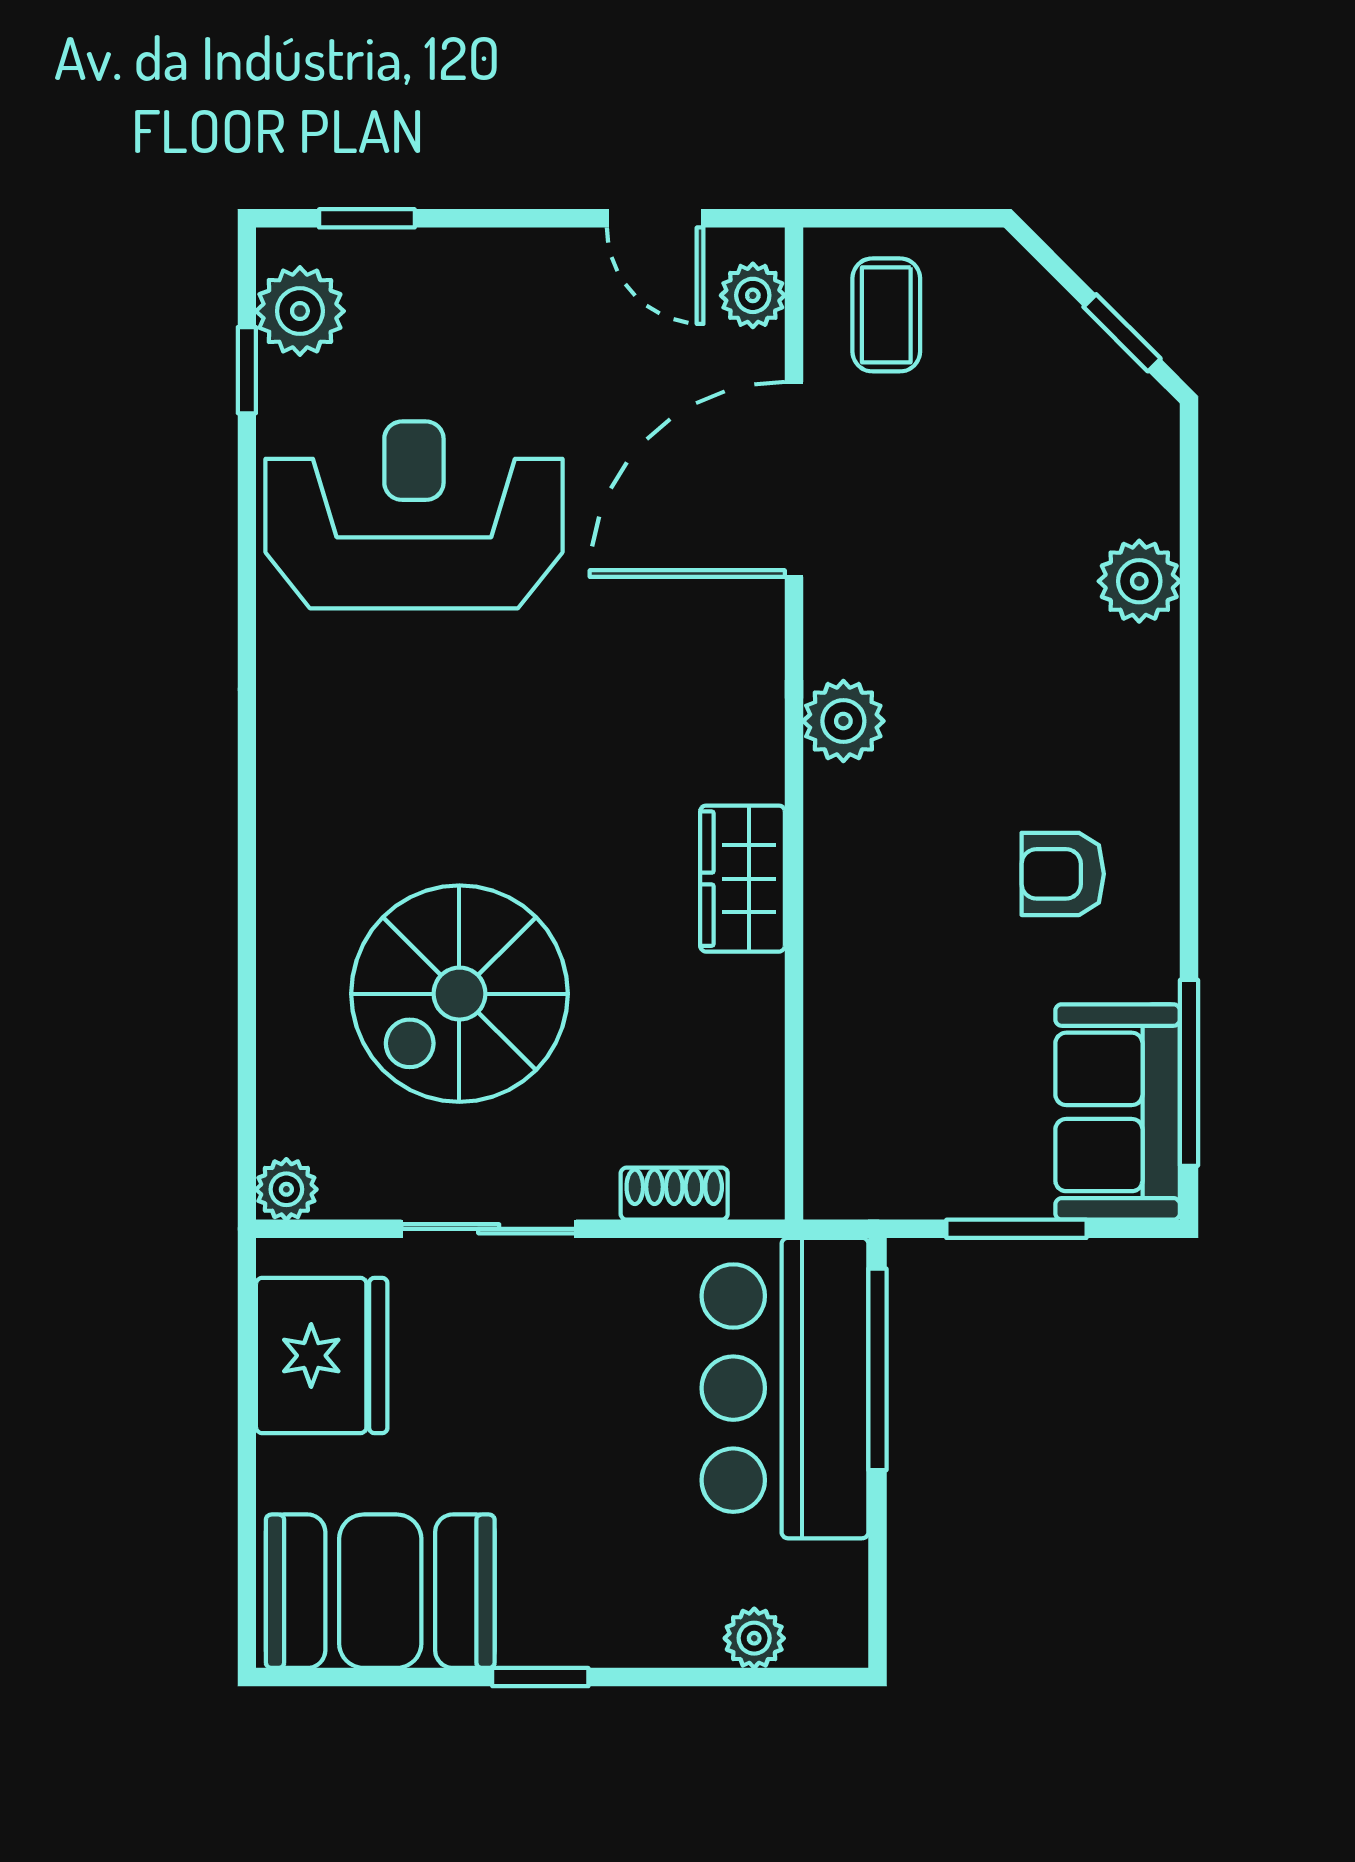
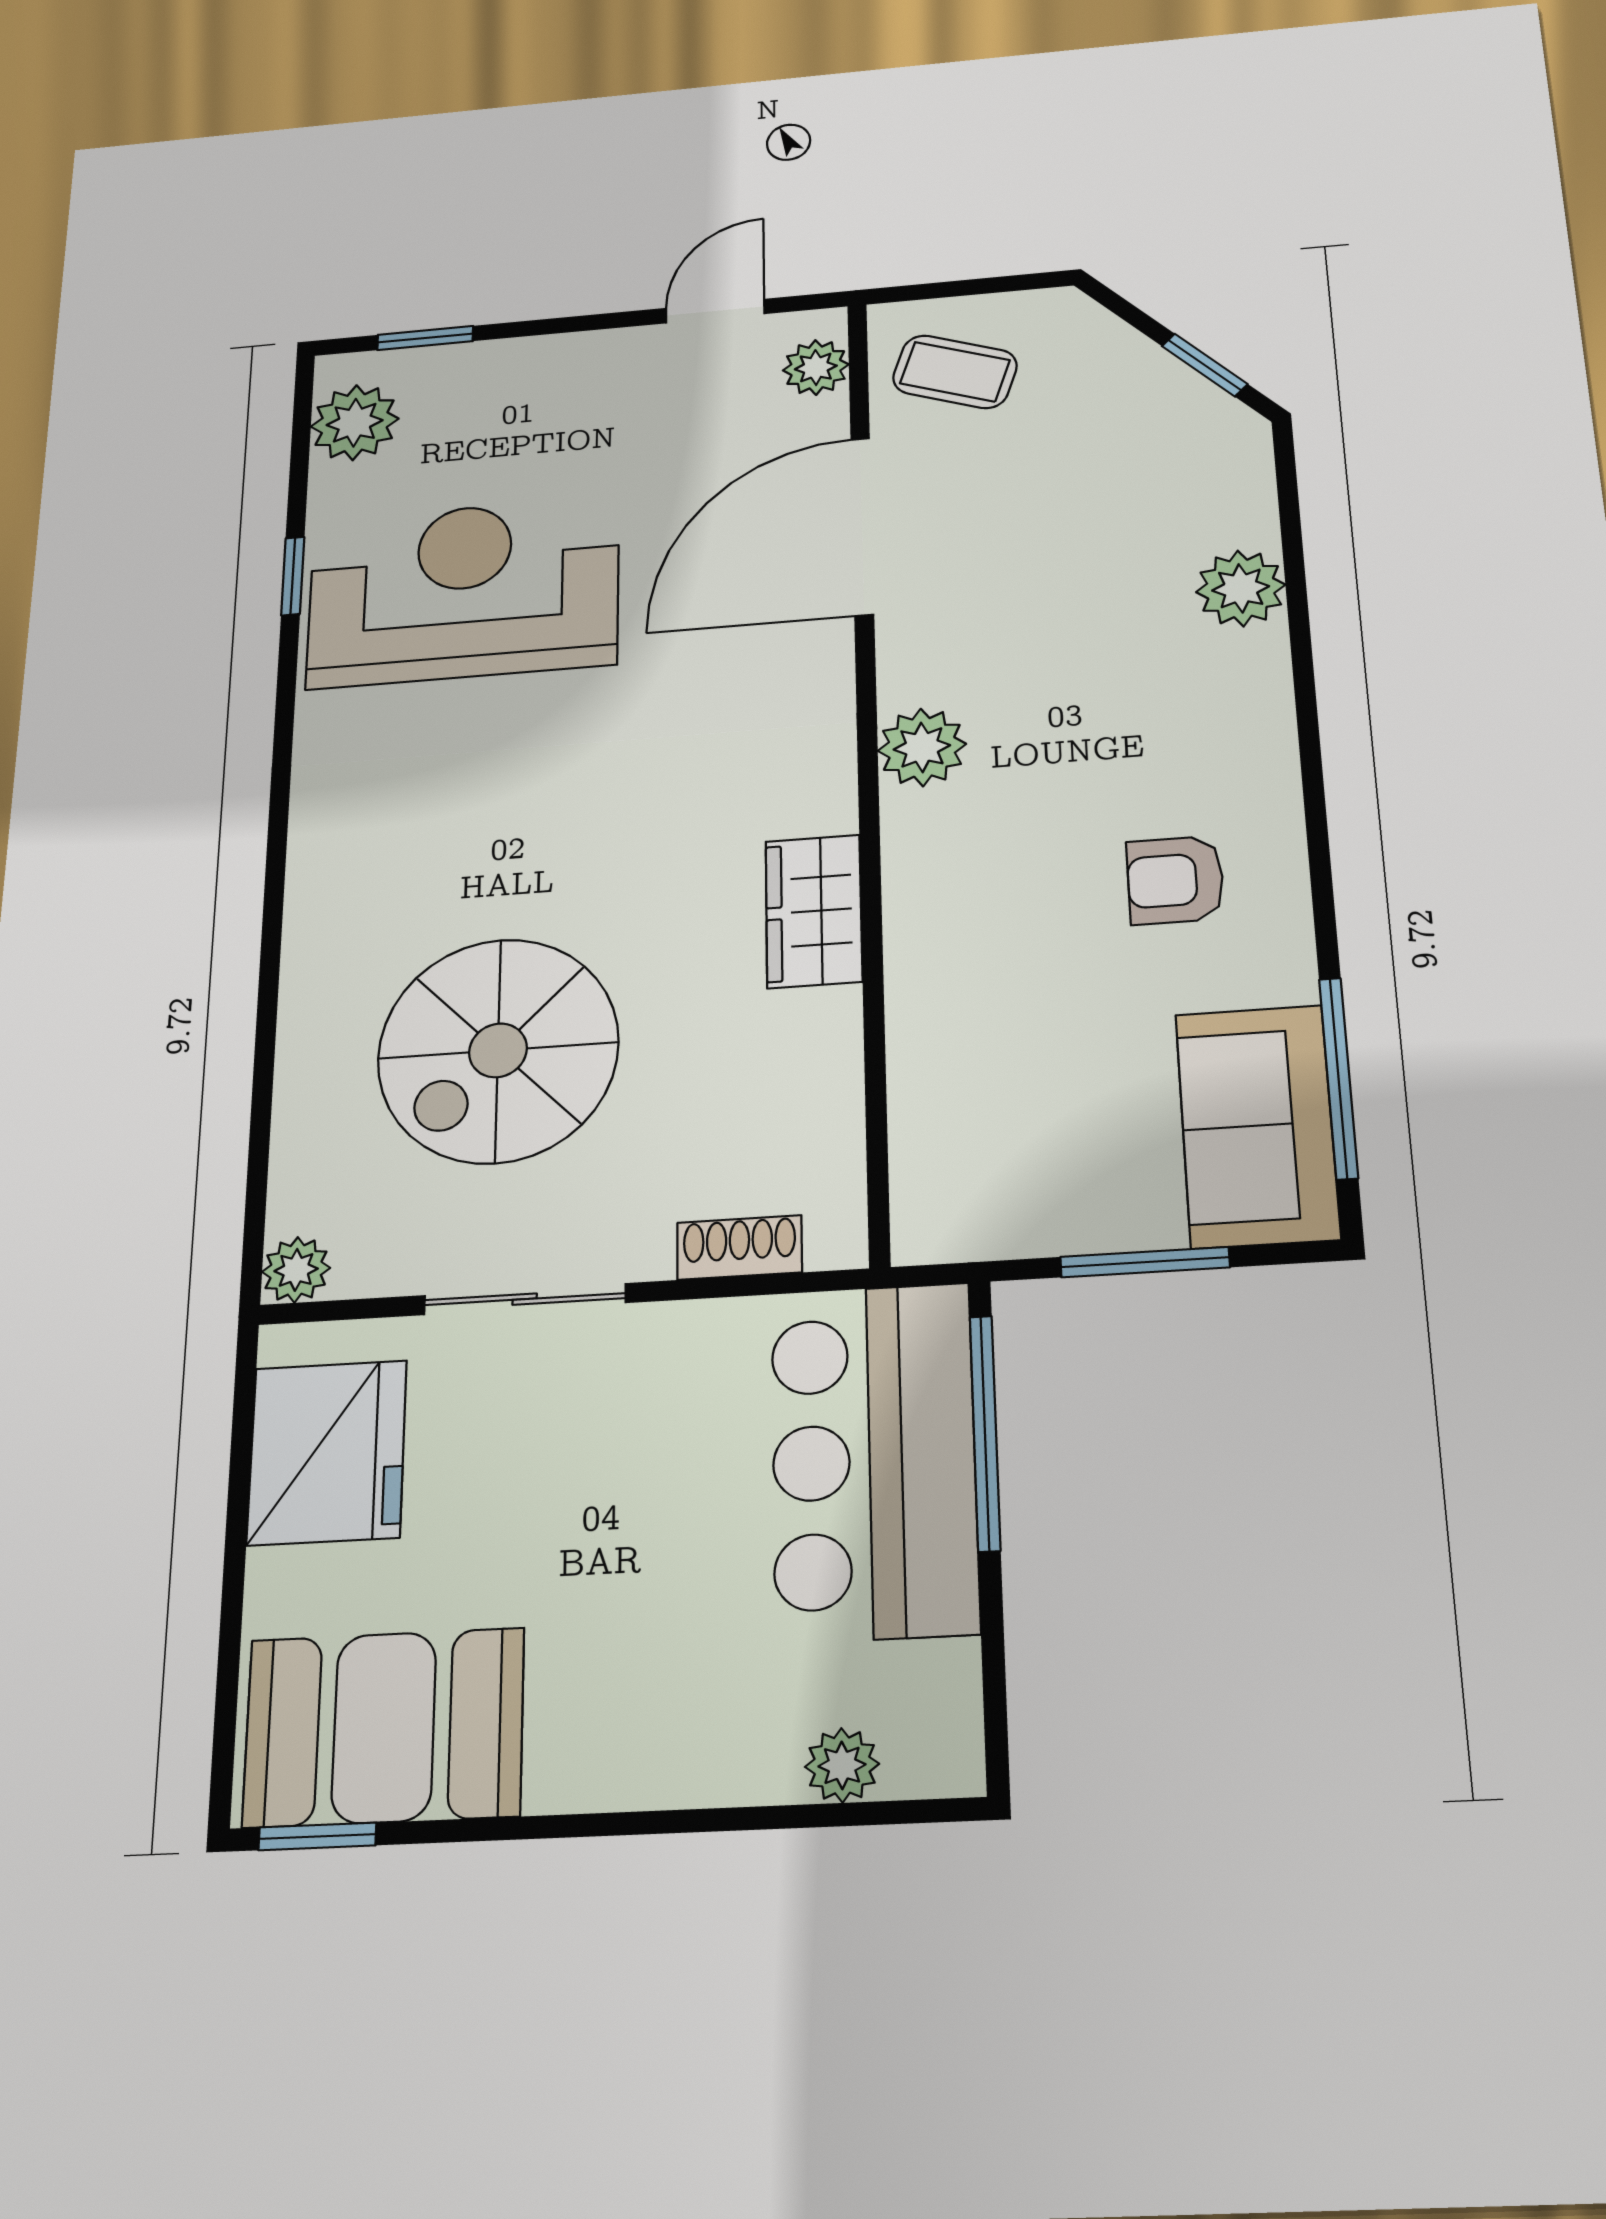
door: (655, 218) -> (715, 311), swing flipped
coffee table: (886, 315) -> (955, 372), turned -71
window: (247, 370) -> (293, 576), moved
window: (540, 1677) -> (317, 1836), moved

